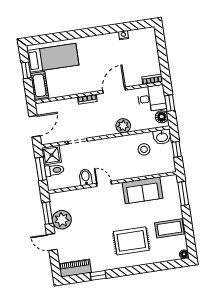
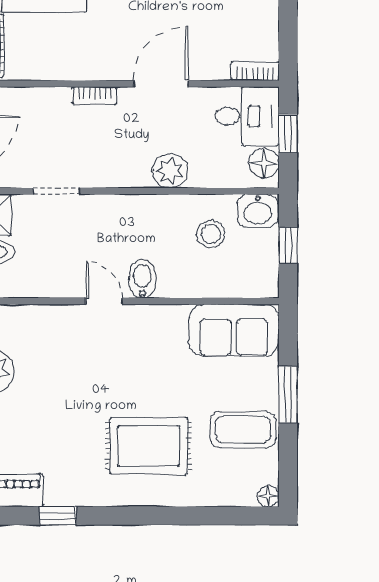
bidet: (86, 177) -> (142, 279), moved
sofa: (142, 190) -> (234, 330), moved
window: (183, 194) -> (288, 395), moved

